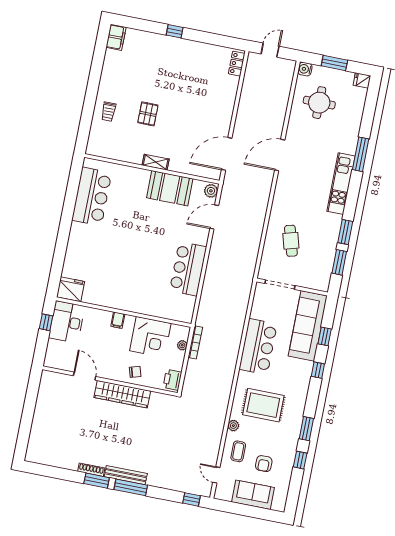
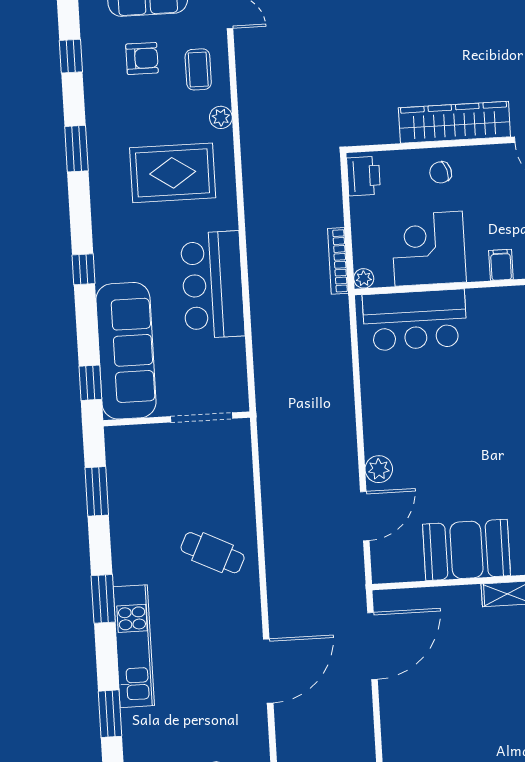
window: (361, 154) -> (110, 714), width x0.69
plant: (211, 191) -> (379, 469), moved
window: (345, 232) -> (103, 599), moved
cafe table: (291, 241) -> (213, 553), moved, turned -48
bar counter: (188, 269) -> (415, 320), moved, turned 90
window: (325, 336) -> (90, 383), moved
plant: (182, 345) -> (364, 278), moved
window: (300, 460) -> (71, 56), moved
armchair: (264, 464) -> (142, 58), turned 90

